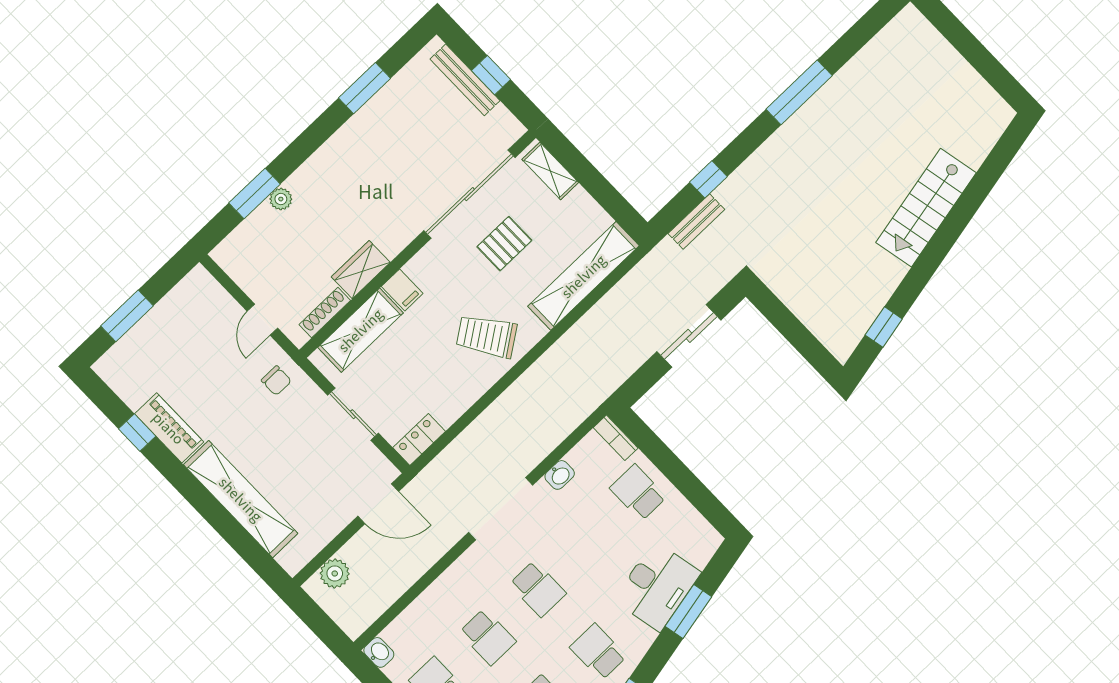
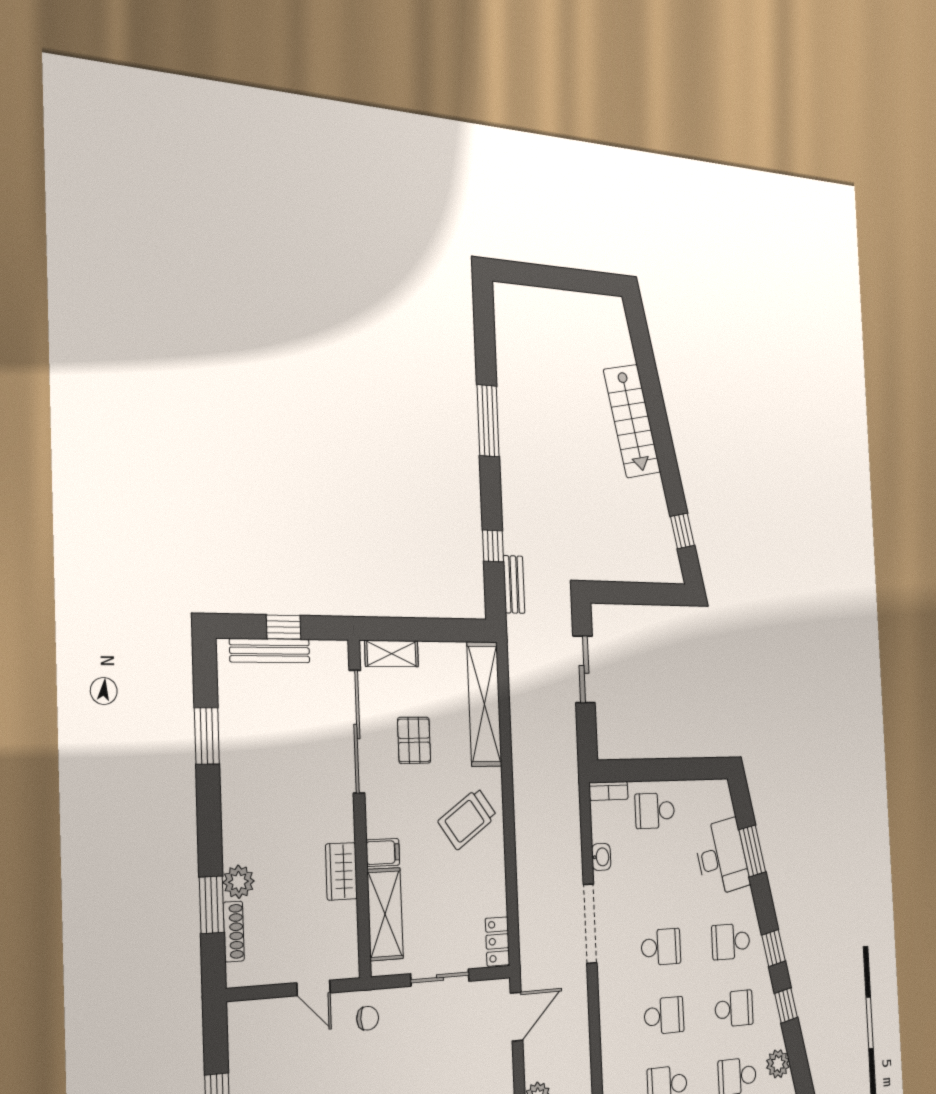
plant: (281, 199) -> (239, 882), width x1.38, depth x1.38
shoe rack: (325, 312) -> (234, 931), moved, turned 180

